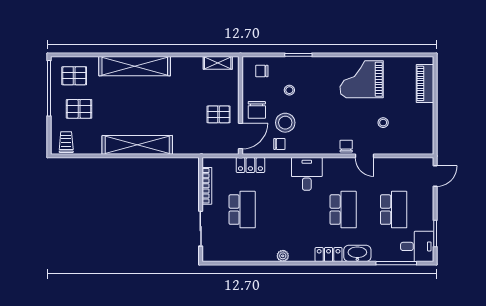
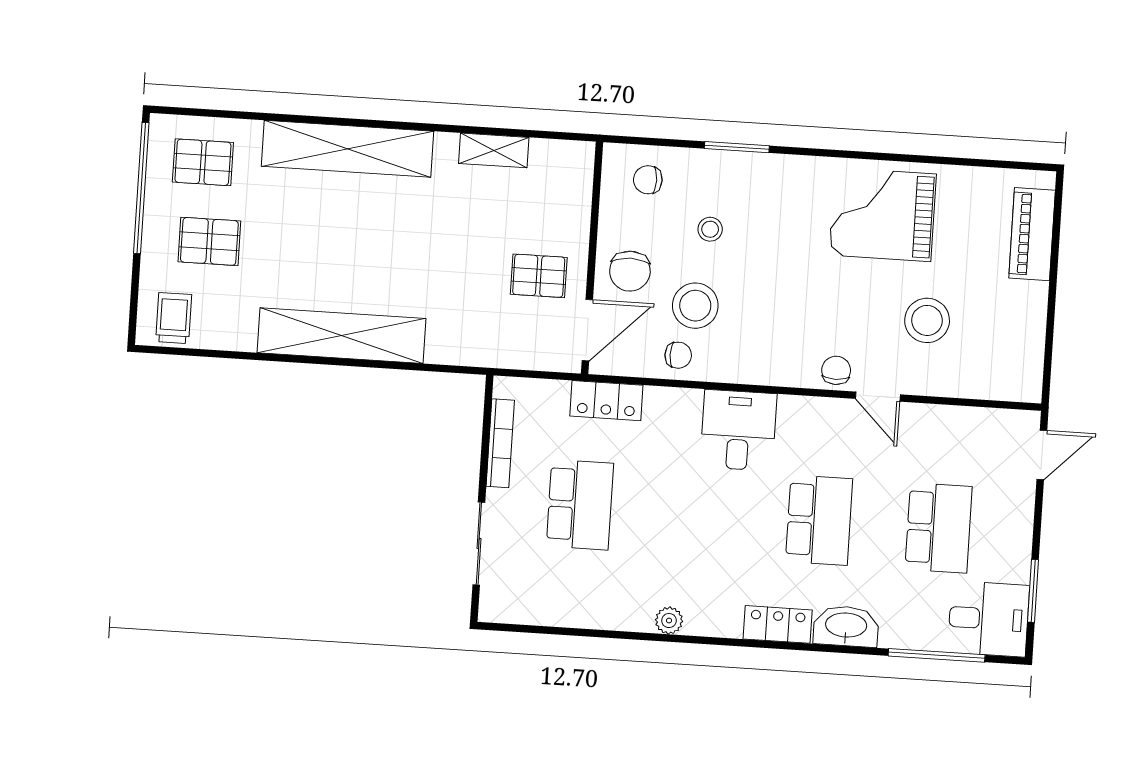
shelving: (218, 63) -> (494, 150), moved
stool: (383, 123) -> (927, 320), width x1.89, depth x1.89

